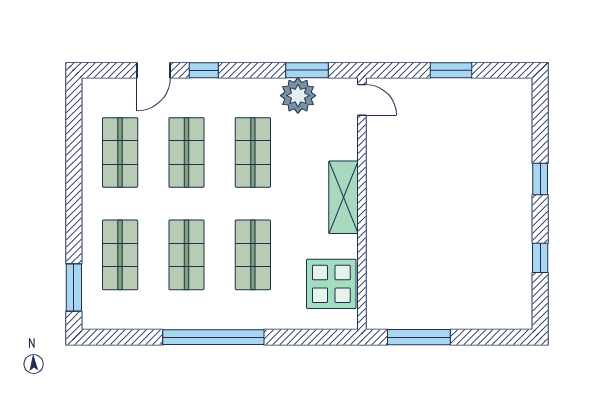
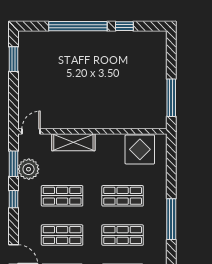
window: (204, 70) -> (14, 199), moved
window: (451, 70) -> (14, 59), moved
window: (540, 179) -> (78, 26), width x3.17
shelving: (344, 197) -> (73, 142), moved
window: (213, 337) -> (171, 219), width x0.68

